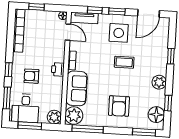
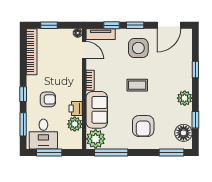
coffee table: (124, 62) -> (137, 85), moved
printer: (58, 69) -> (76, 109), moved
armchair: (31, 76) -> (48, 99), turned 180
plant: (54, 117) -> (75, 124), moved

